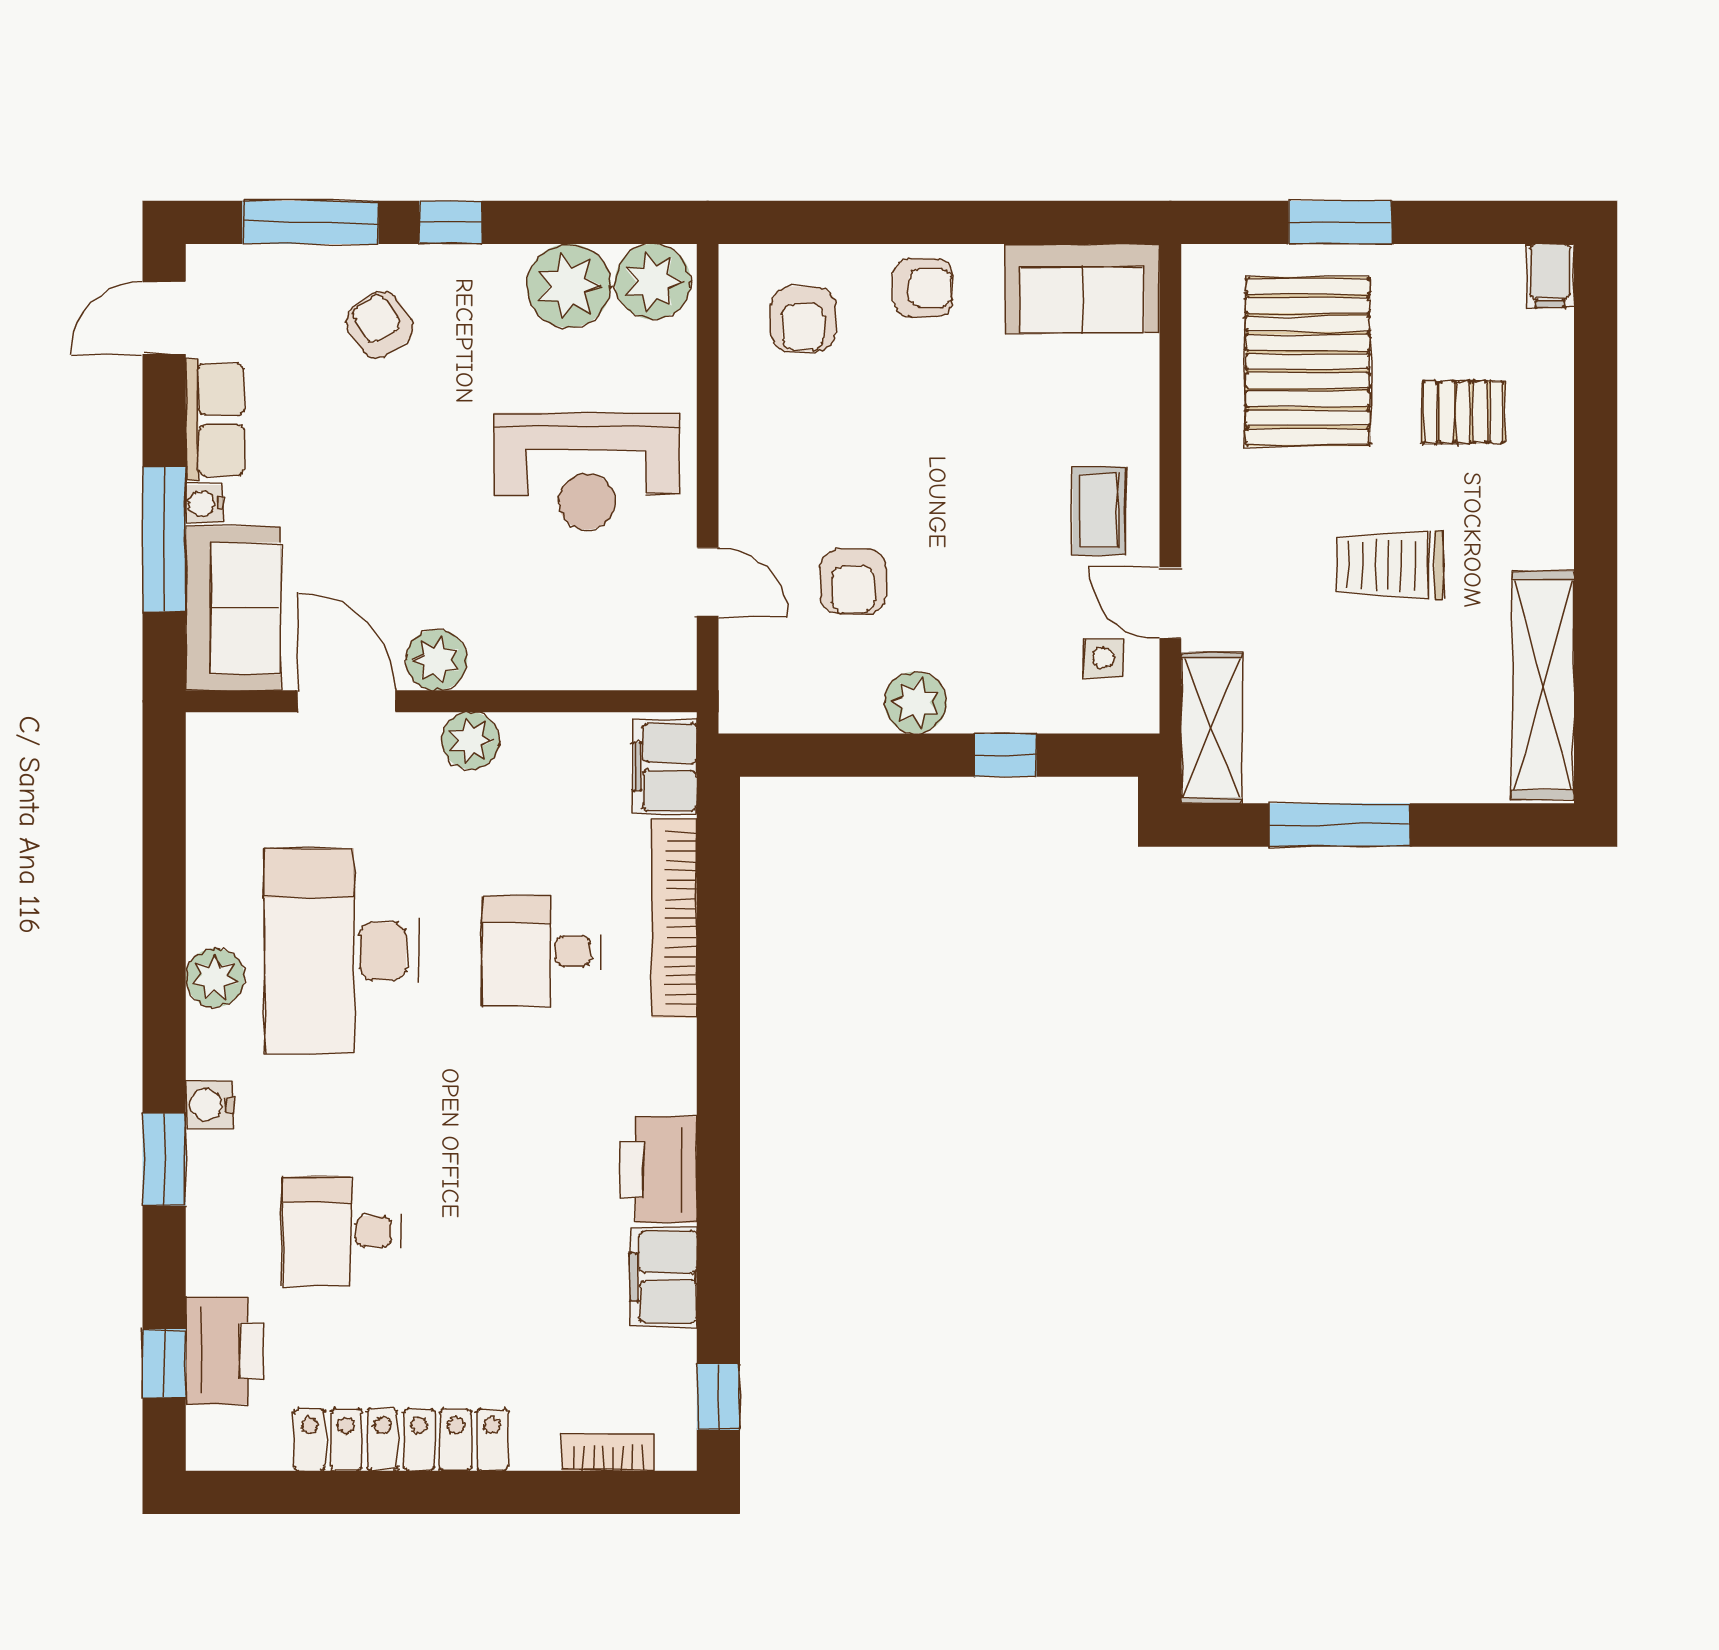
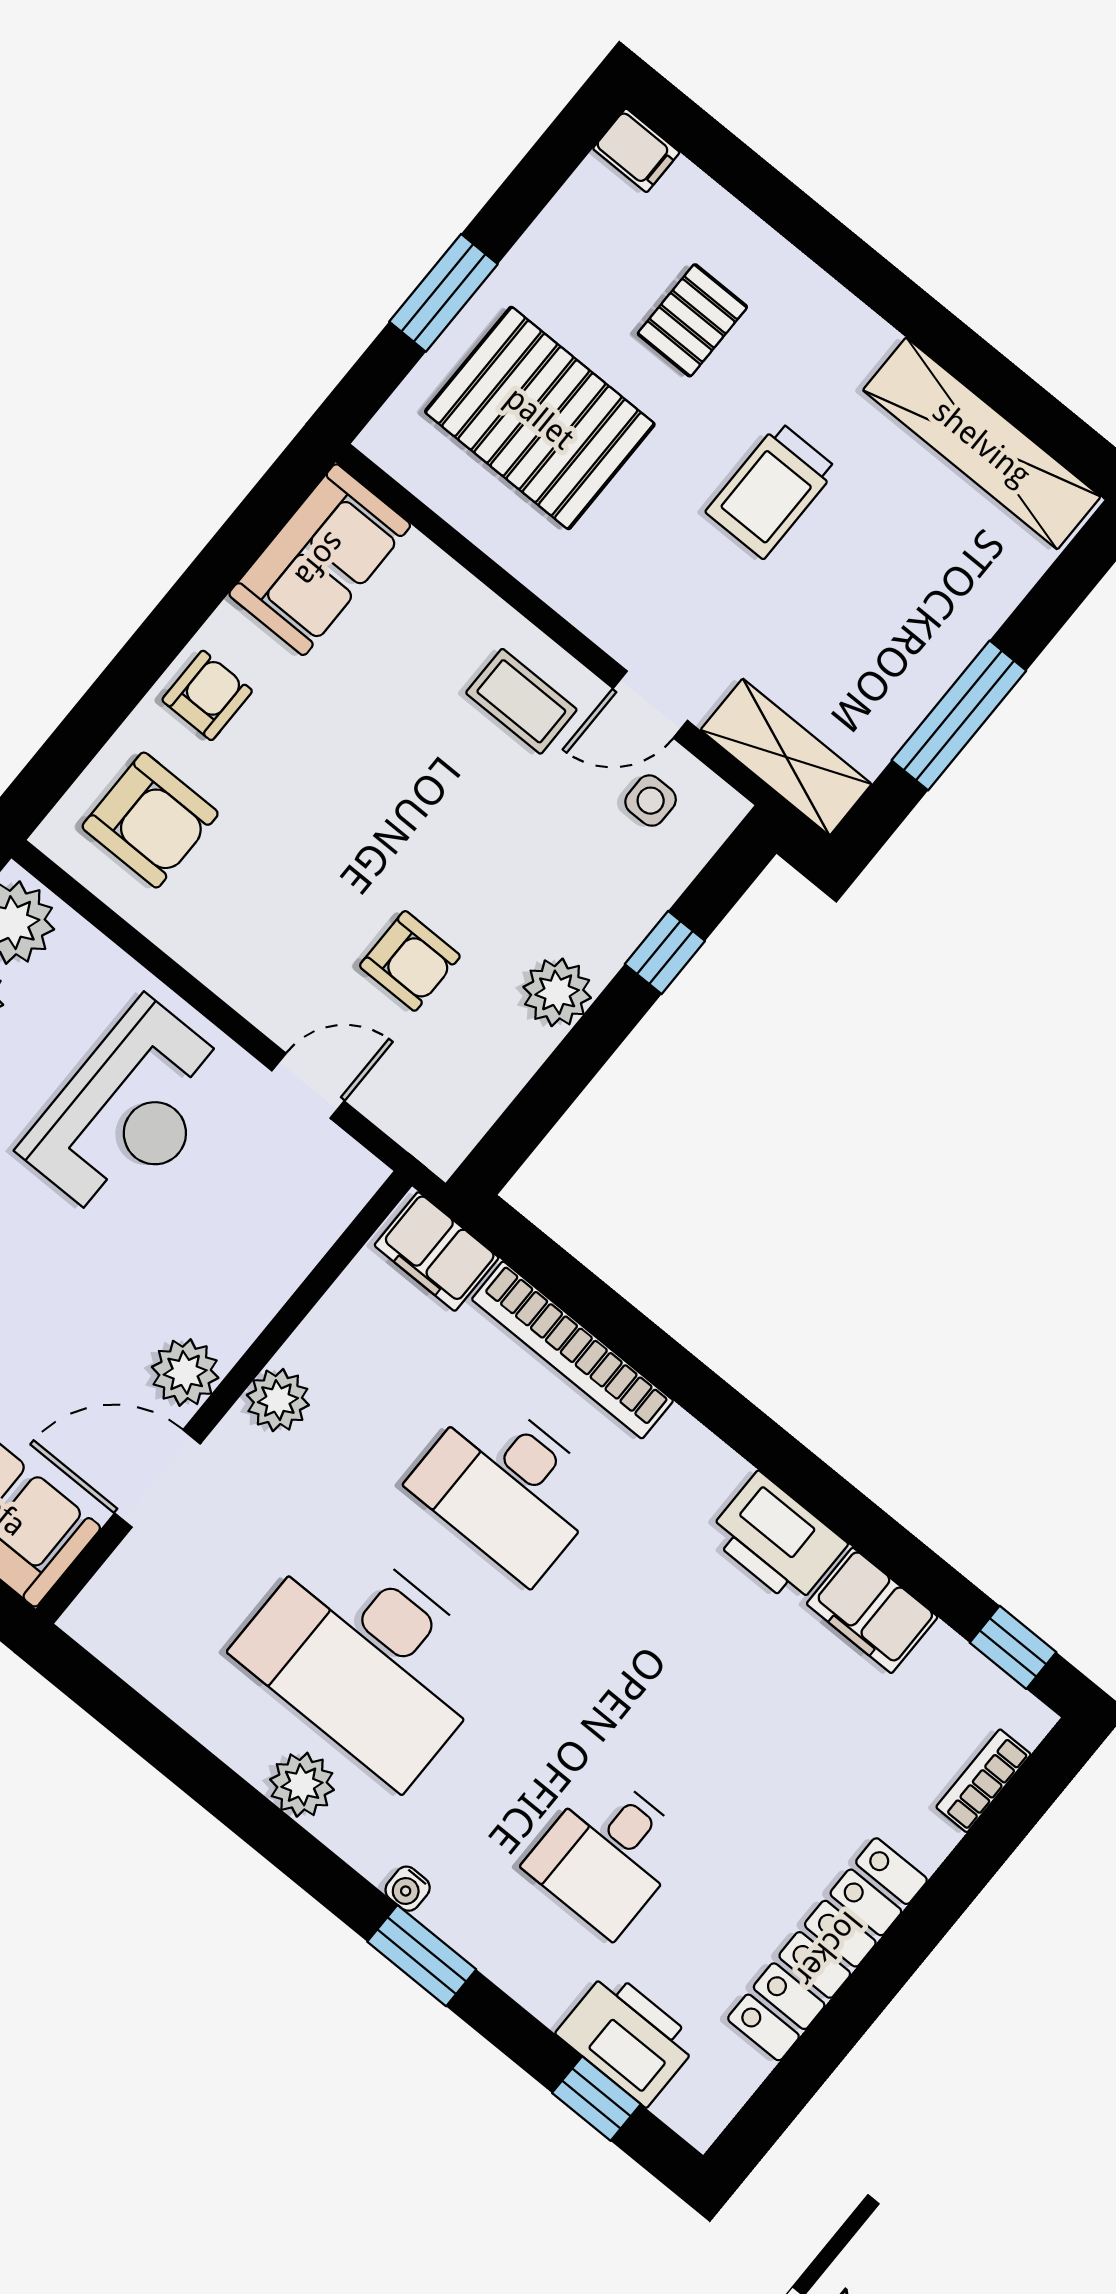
armchair: (803, 319) -> (150, 820), width x1.38, depth x1.38
desk: (541, 951) -> (508, 1487), width x1.37
water cooler: (209, 1105) -> (408, 1889), width x0.72, depth x0.72

